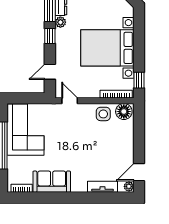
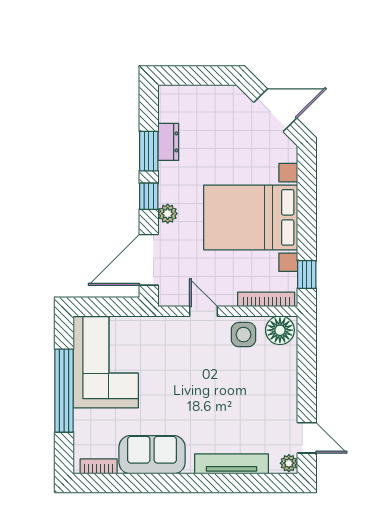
plant: (60, 22) -> (168, 214), moved
door: (50, 72) -> (149, 260), width x1.87
door: (70, 101) -> (203, 311), moved
door: (139, 172) -> (307, 438), swing flipped
tv unit: (103, 187) -> (231, 464), width x1.41

